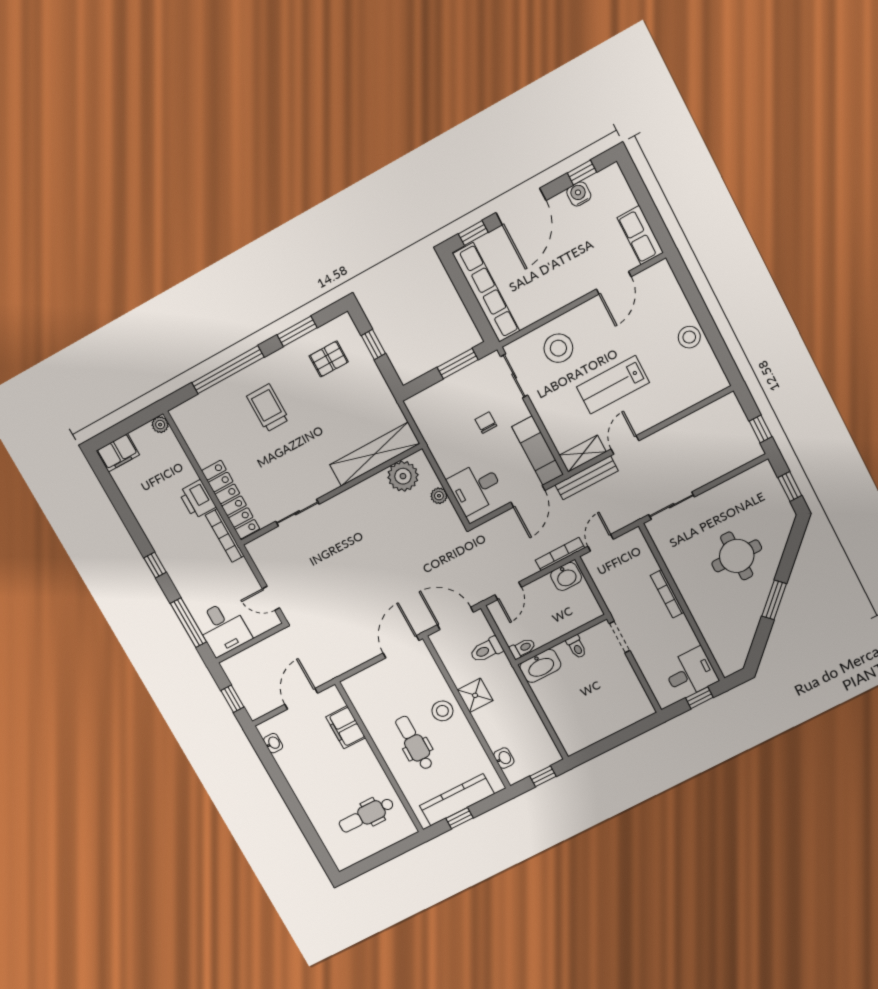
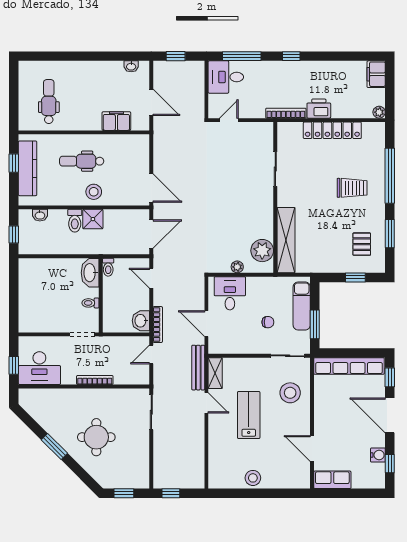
exam couch: (538, 451) -> (302, 306), moved, turned -90
locker: (231, 500) -> (332, 130), moved
door: (601, 543) -> (151, 355), swing flipped
toilet: (486, 650) -> (75, 221), moved, turned 180
desk: (690, 673) -> (39, 368), width x1.37
dental chair: (414, 743) -> (82, 161), turned 180

